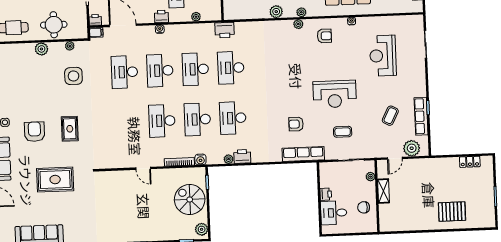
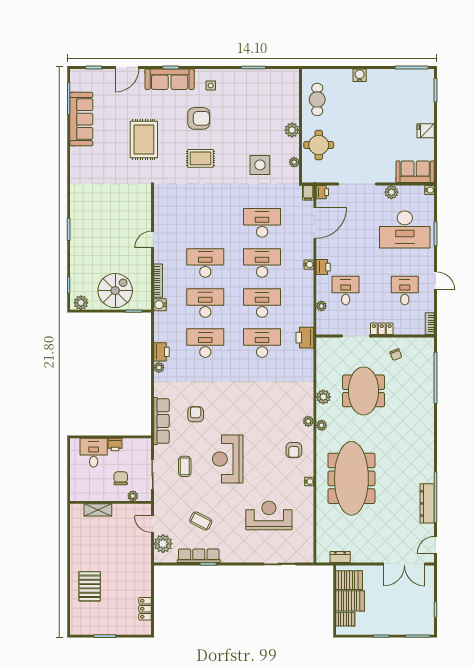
plant: (229, 159) -> (159, 367), moved
shelving: (383, 191) -> (98, 510), moved
chair: (364, 207) -> (121, 478), moved

